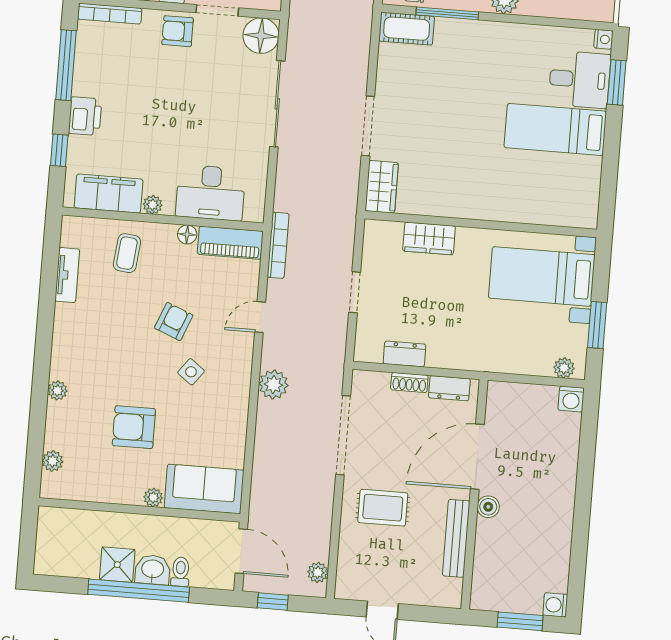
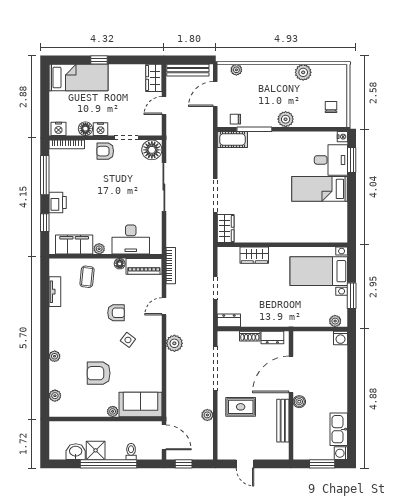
armchair: (174, 322) -> (116, 313), turned 68
dresser: (405, 354) -> (229, 320), moved
kitchen sink: (555, 562) -> (339, 429), added
washbasin: (153, 570) -> (76, 452), moved
plant: (318, 572) -> (207, 415), moved

